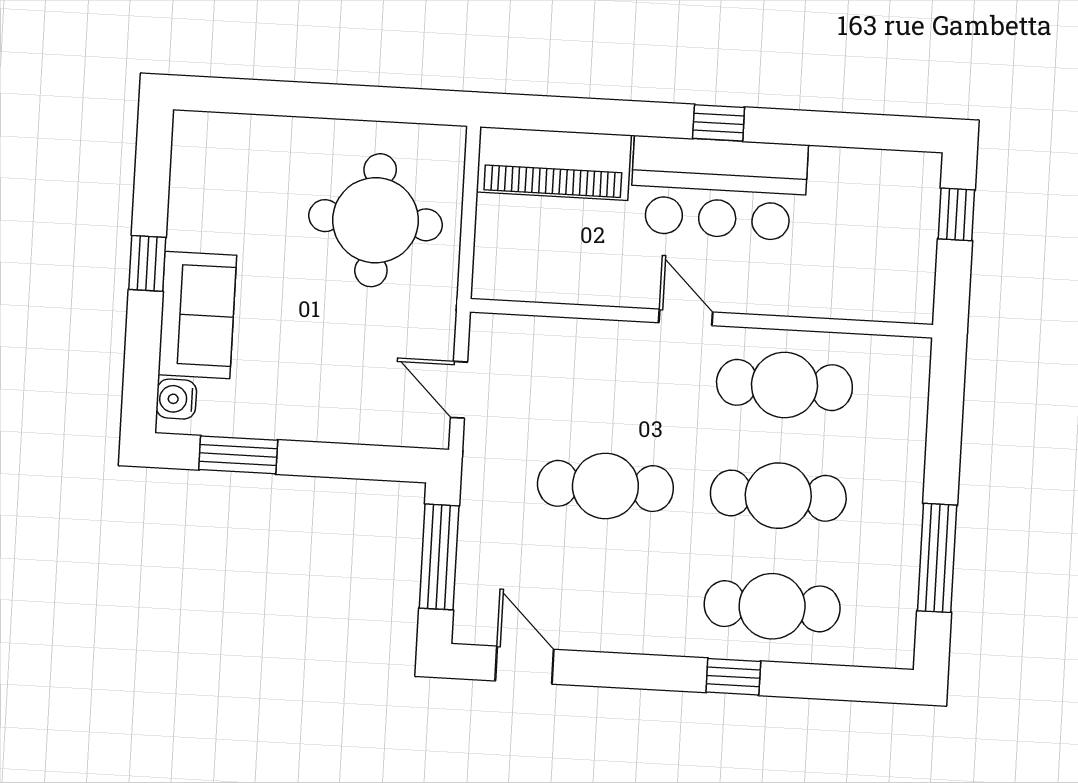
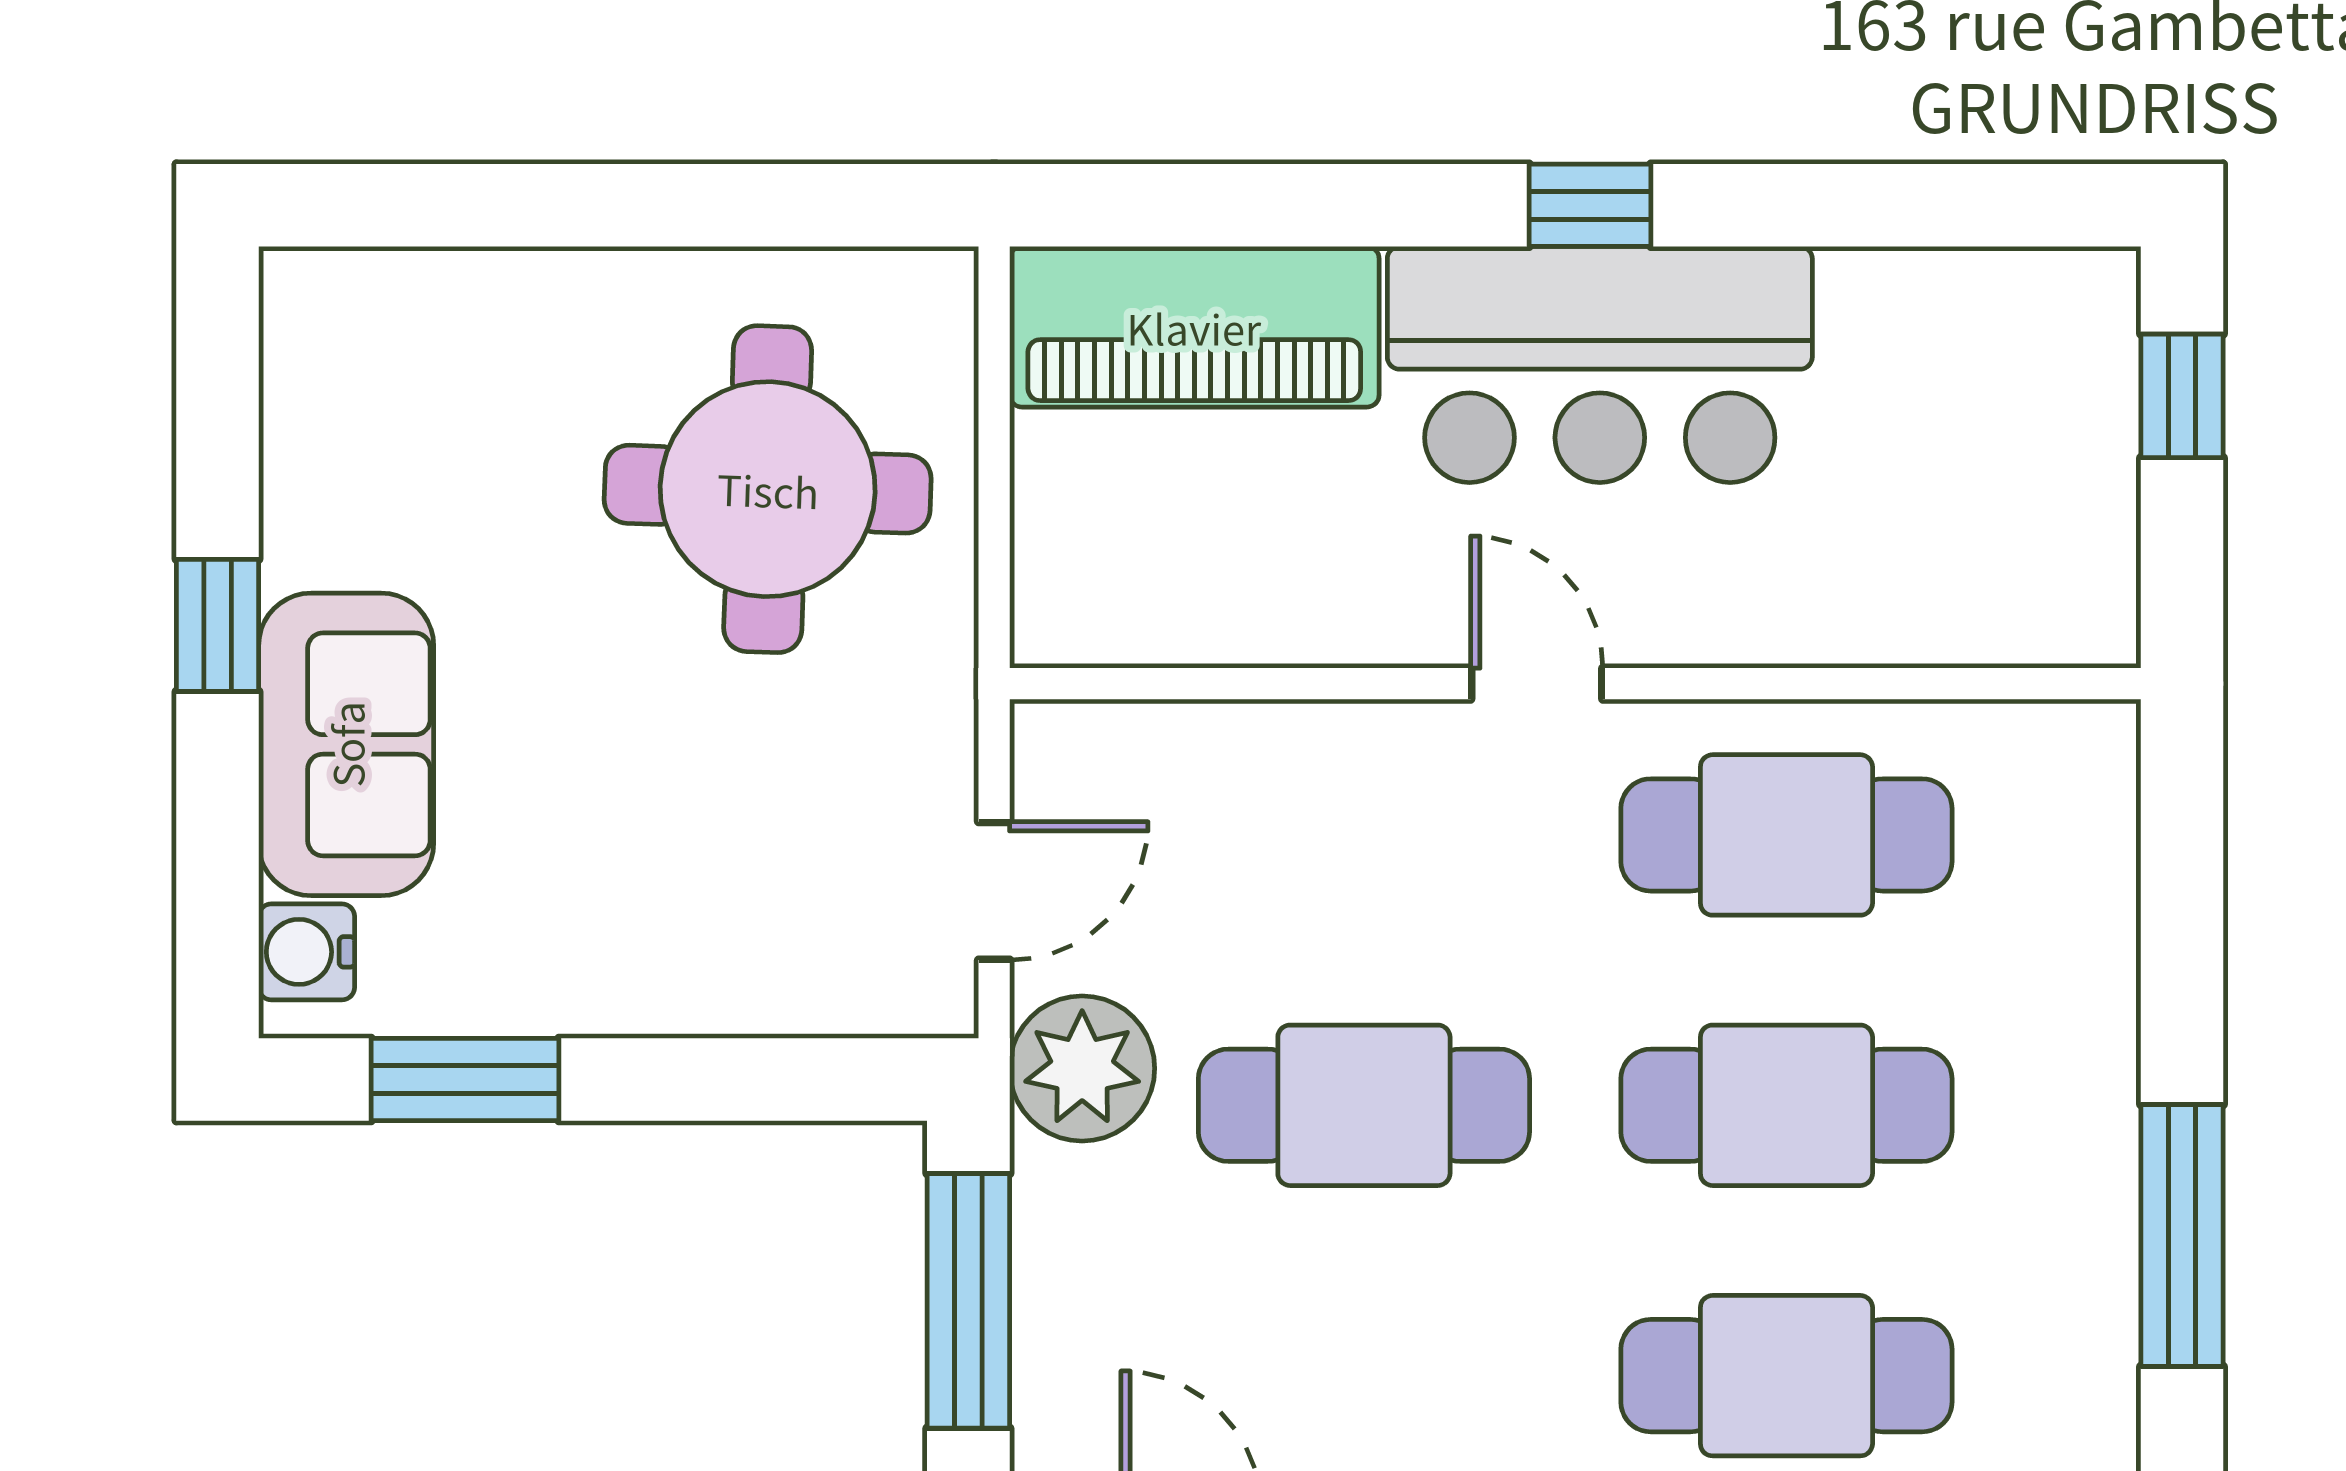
door: (459, 390) -> (994, 891), swing flipped
plant: (491, 464) -> (1082, 1068), added

